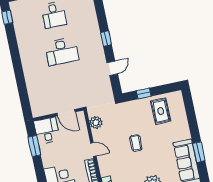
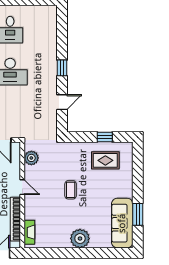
window: (144, 93) -> (105, 137), moved
rug: (161, 111) -> (105, 160), turned 90

